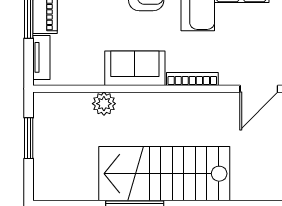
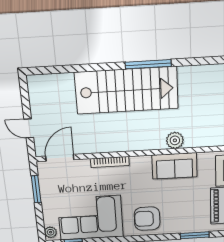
sofa: (135, 68) -> (174, 166), moved

